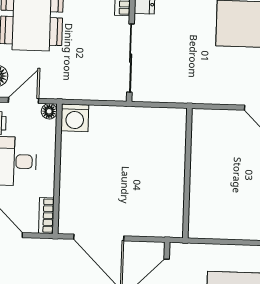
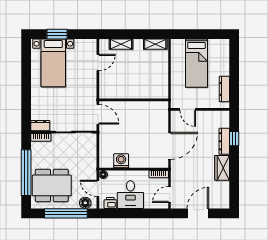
door: (163, 105) -> (98, 114), added
washing machine: (75, 118) -> (121, 161), moved, turned -90

